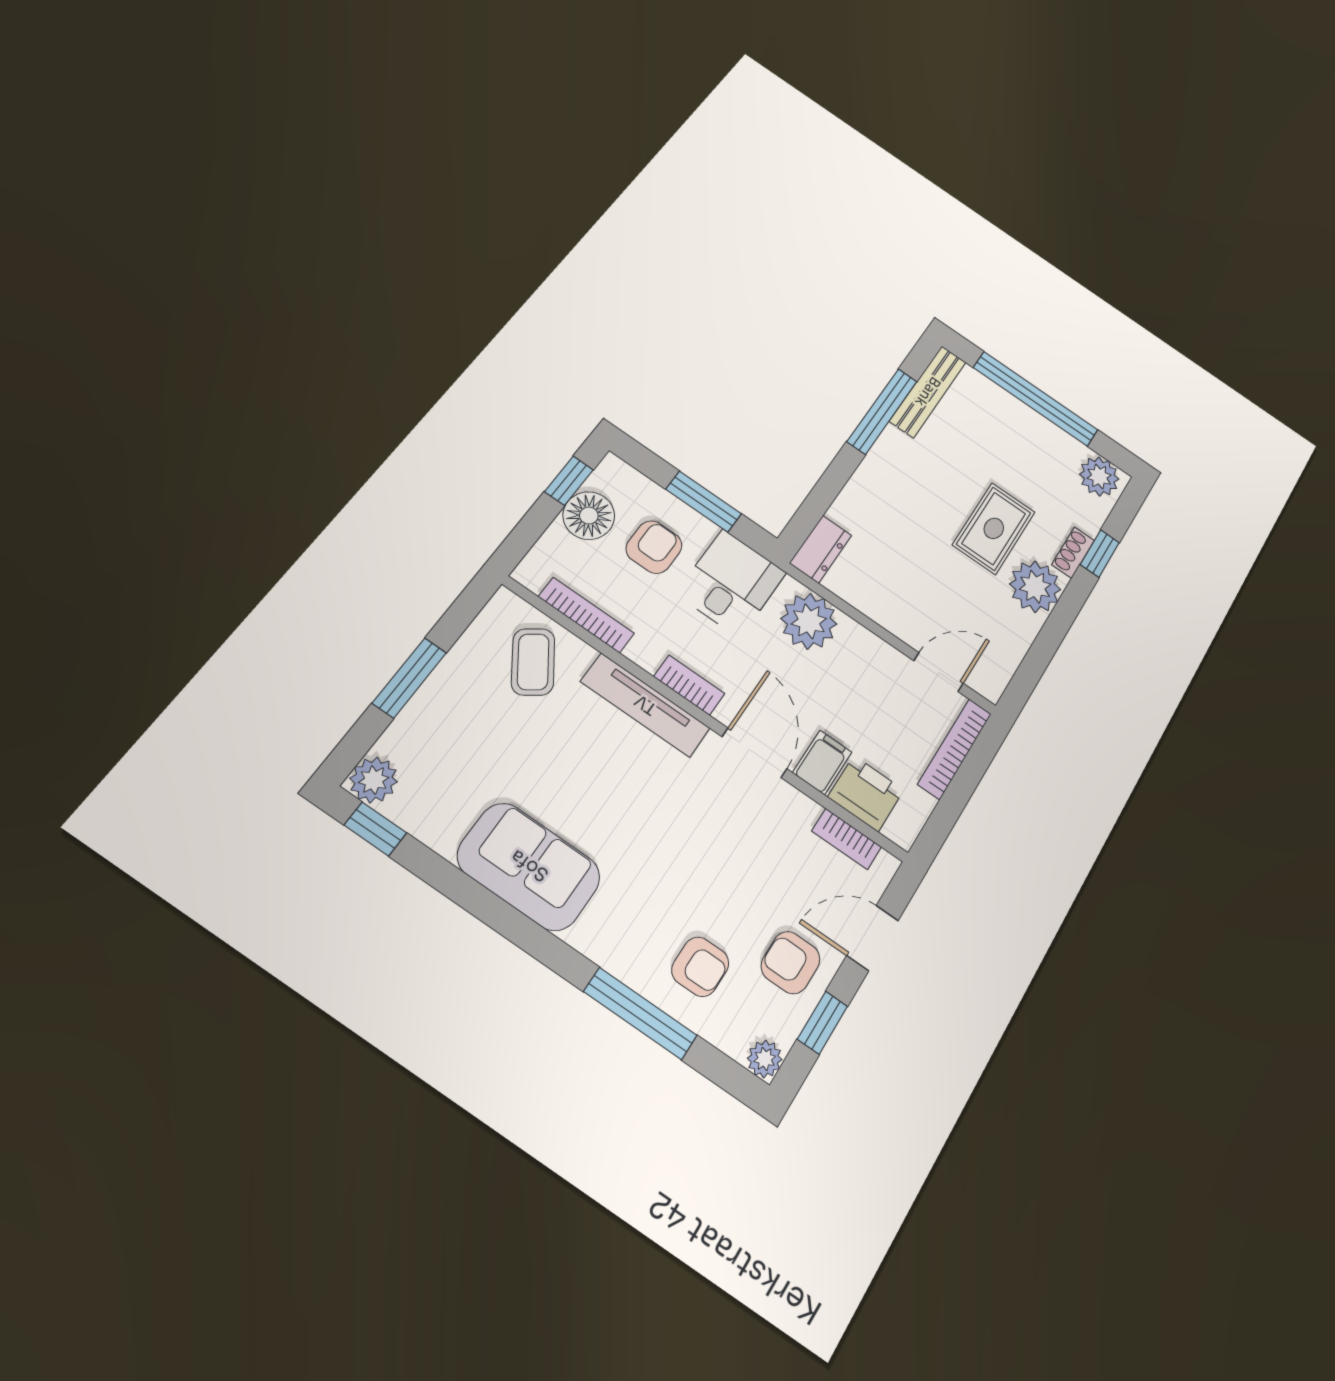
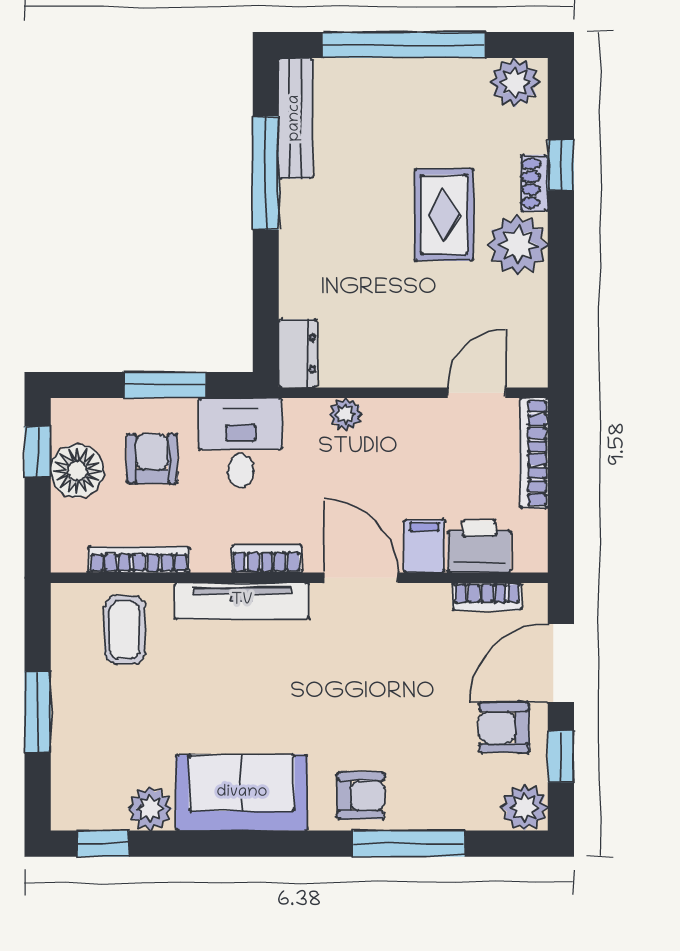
plant: (809, 621) -> (346, 414), width x0.53, depth x0.53
coffee table: (533, 662) -> (125, 630), turned 35
plant: (374, 780) -> (150, 809), moved
door: (873, 938) -> (561, 663), width x1.38
armchair: (700, 967) -> (361, 796), moved
plant: (765, 1059) -> (525, 807), width x1.38, depth x1.38

